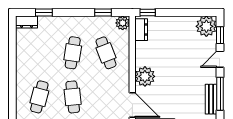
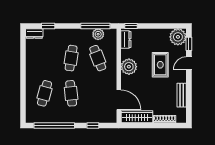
window: (103, 13) -> (95, 26), width x2.17
plant: (123, 23) -> (98, 34), moved
rug: (184, 61) -> (160, 65), added
plant: (145, 76) -> (129, 67), moved
window: (220, 94) -> (189, 91), removed

